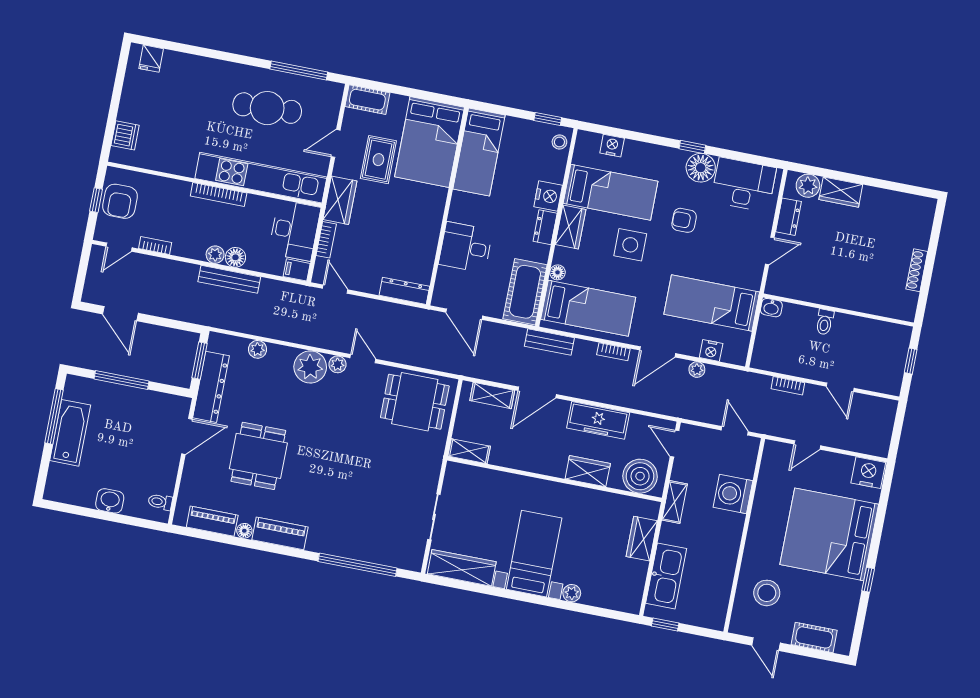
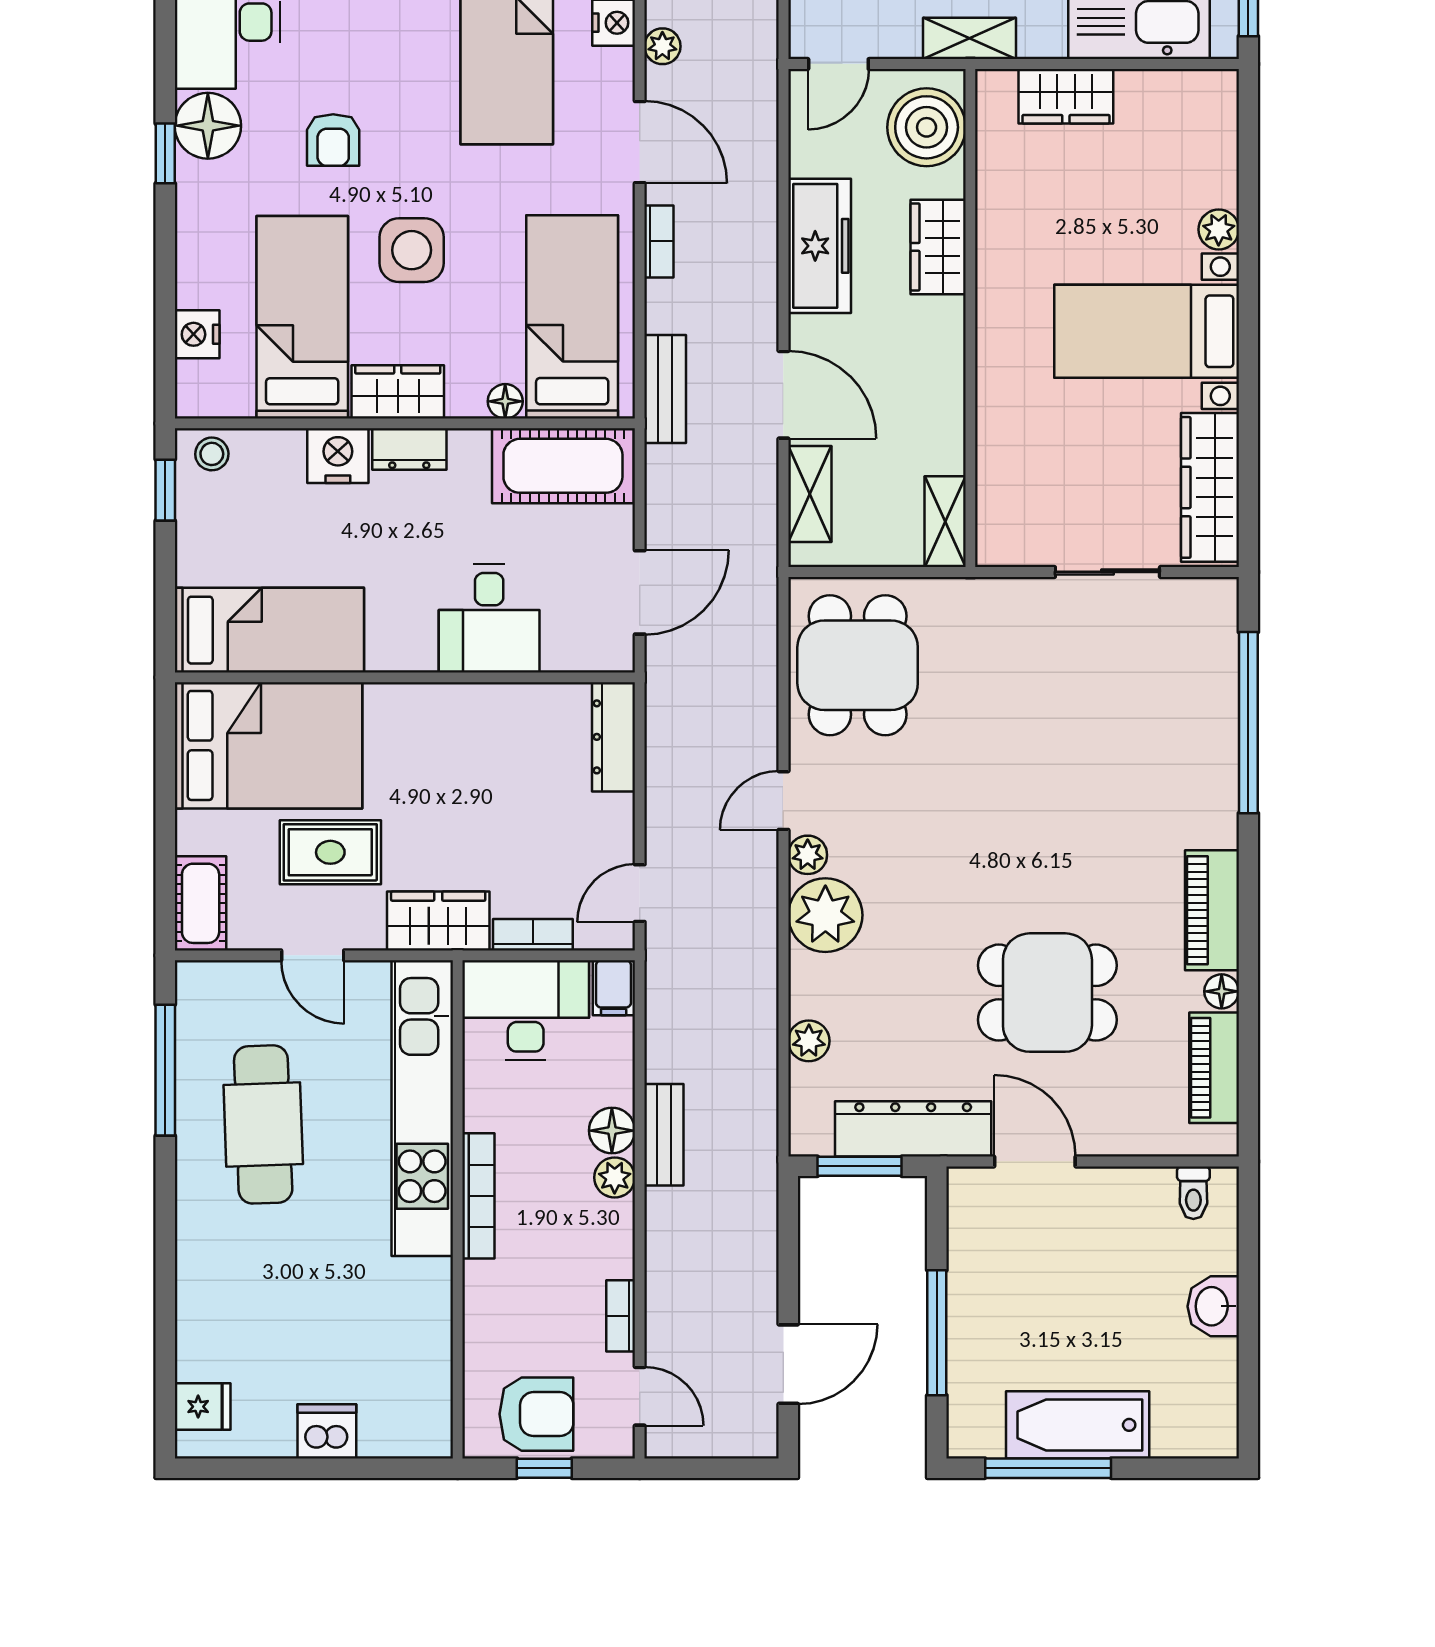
dishwasher: (125, 135) -> (327, 1431), moved
bench: (229, 279) -> (664, 1135), width x0.73

